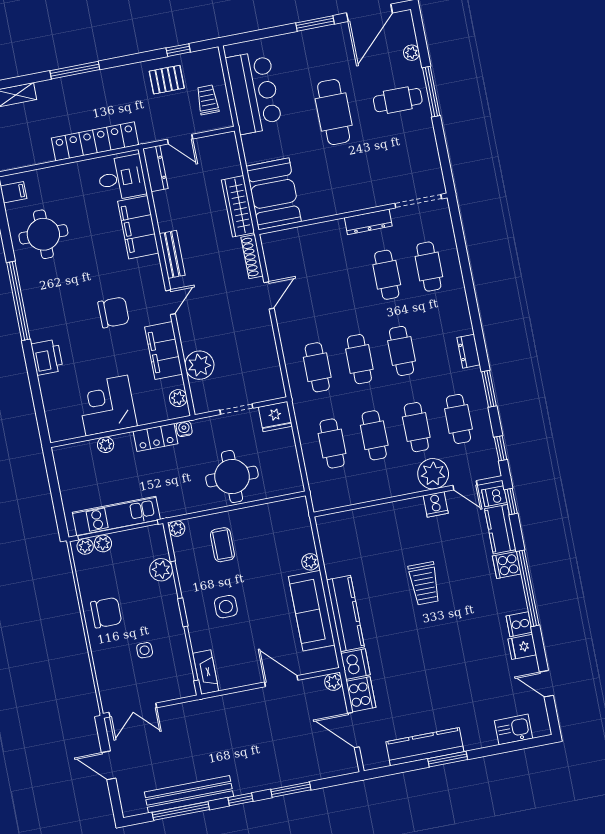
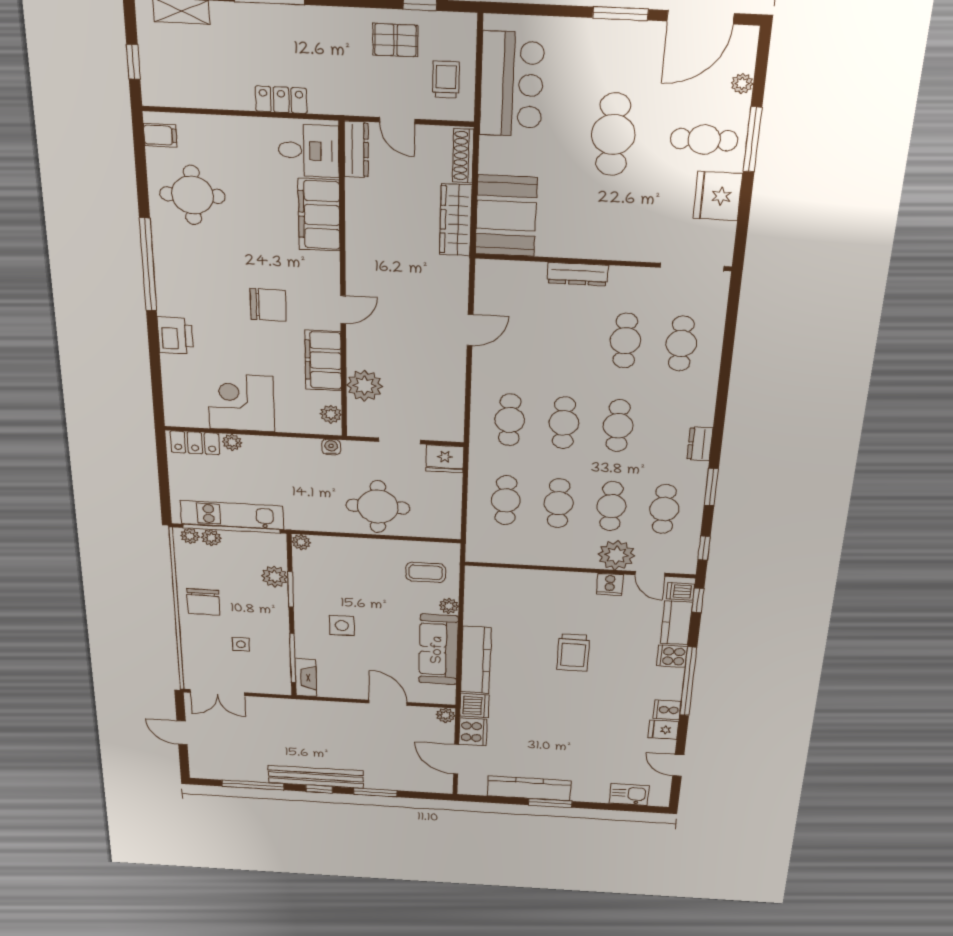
locker: (95, 141) -> (281, 100), width x0.46, depth x0.83
fridge: (420, 141) -> (718, 196), added
dresser: (368, 222) -> (578, 274), moved
bench: (172, 254) -> (357, 256), removed
shoe rack: (252, 257) -> (463, 156), moved
locker: (156, 438) -> (195, 443), moved
coffee table: (222, 545) -> (426, 572), moved, turned 90
chair: (106, 613) -> (203, 602), turned 90
bench: (189, 794) -> (316, 777), moved

